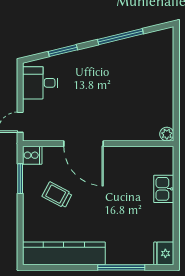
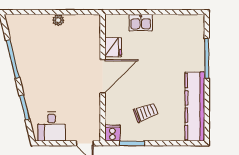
plant: (167, 134) -> (58, 20), moved
door: (84, 144) -> (103, 76), moved
trolley: (57, 195) -> (146, 112), turned -139
fridge: (164, 253) -> (113, 47), moved, turned -90

